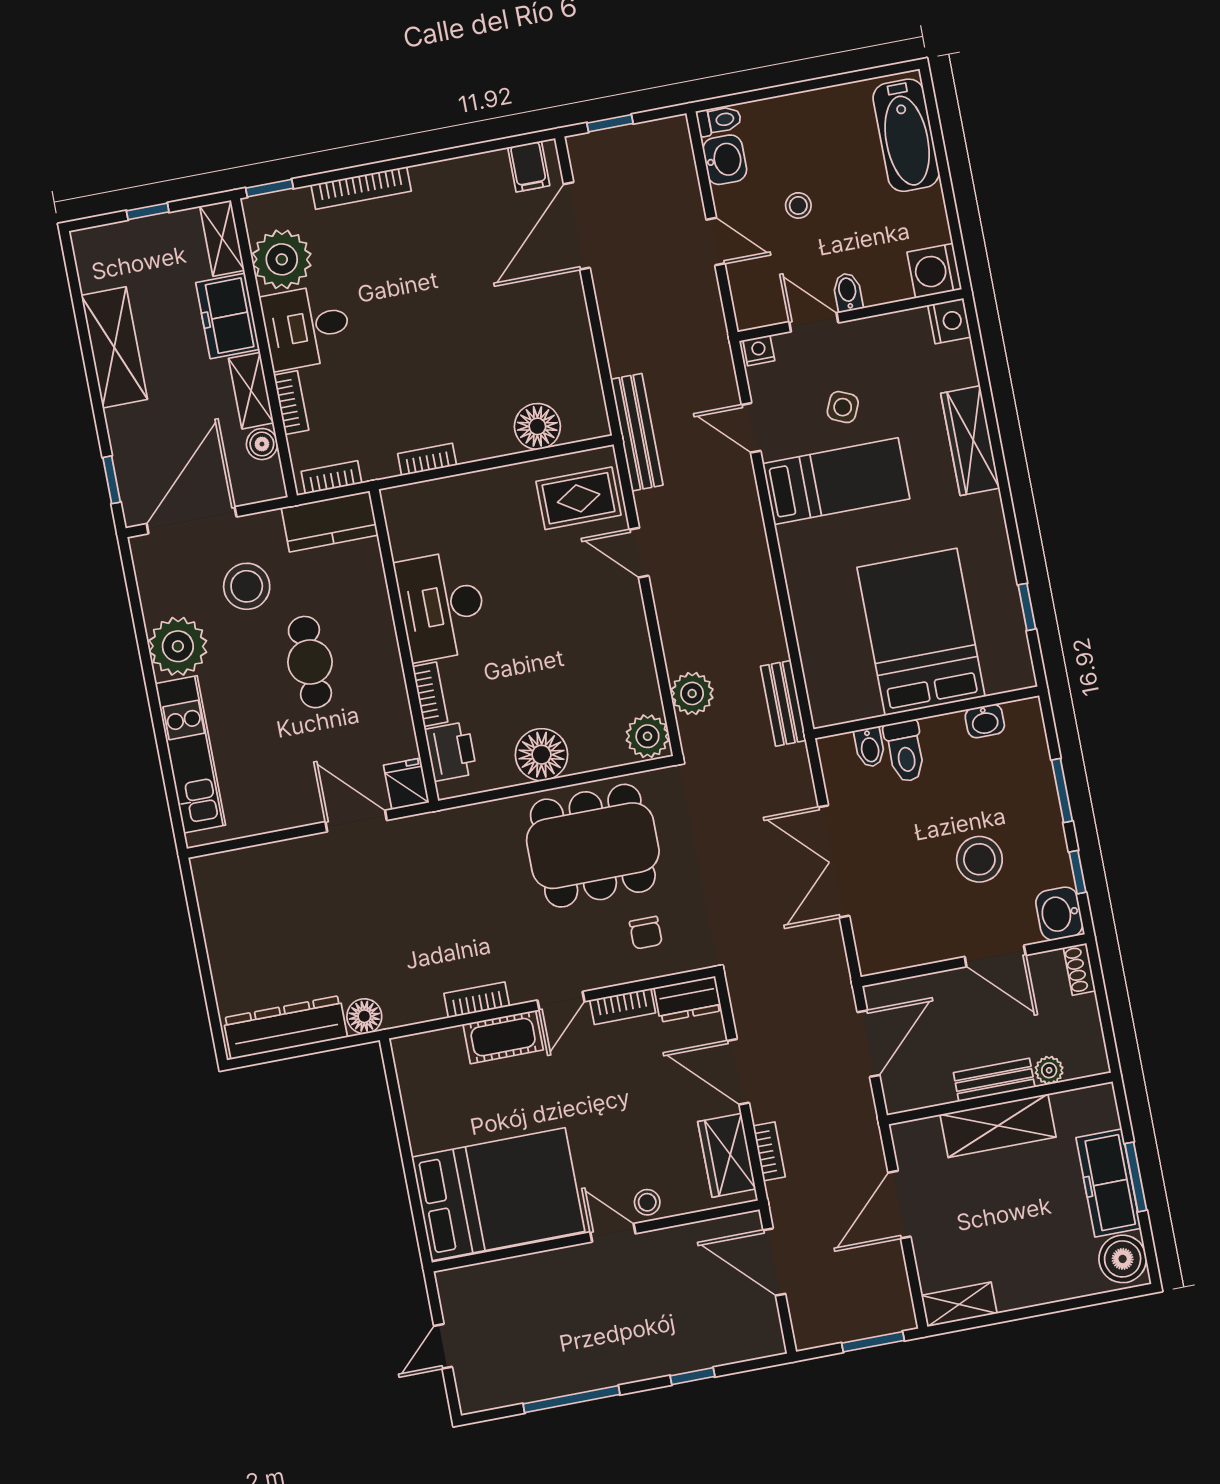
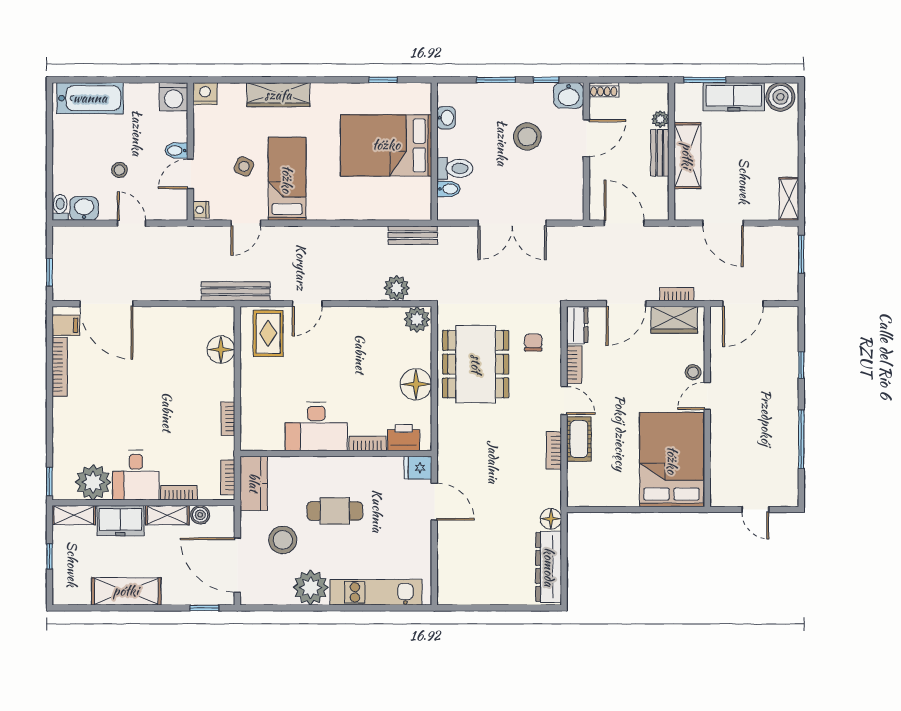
bookcase: (361, 188) -> (60, 367), moved
door: (716, 242) -> (131, 223), hinge flipped
door: (356, 821) -> (434, 502), swing flipped
chair: (646, 933) -> (533, 343), turned -90
window: (1136, 1177) -> (705, 80), moved

